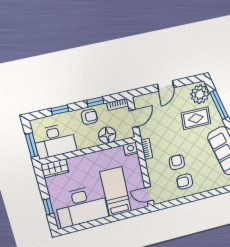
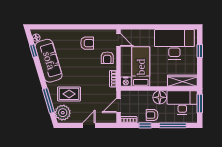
window: (60, 110) -> (173, 125), width x2.17
floor lamp: (107, 135) -> (160, 97), moved
armchair: (177, 162) -> (107, 58), moved
wardrobe: (55, 168) -> (182, 81), width x1.50
bed: (116, 192) -> (141, 67), moved, turned 180

